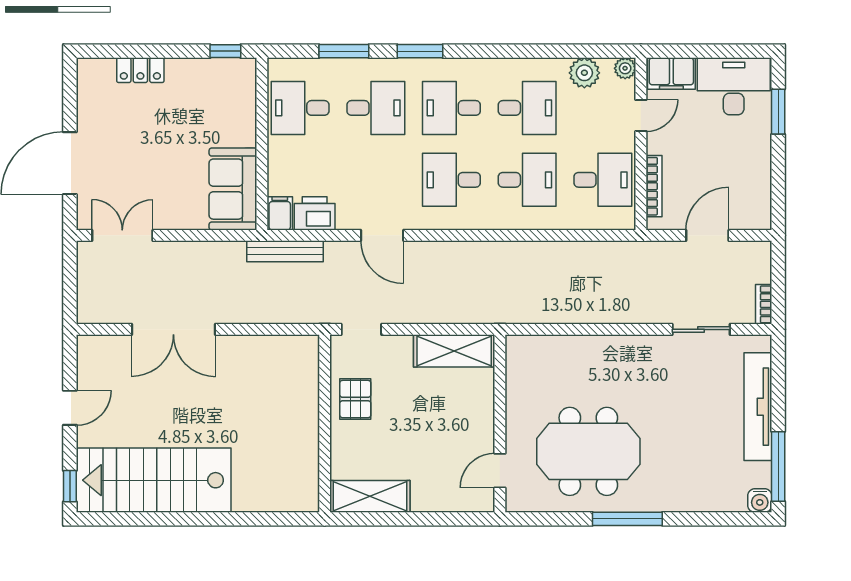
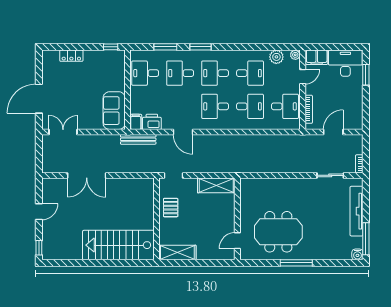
desk: (376, 108) -> (180, 73), turned 180
stairs: (154, 480) -> (118, 245), moved

